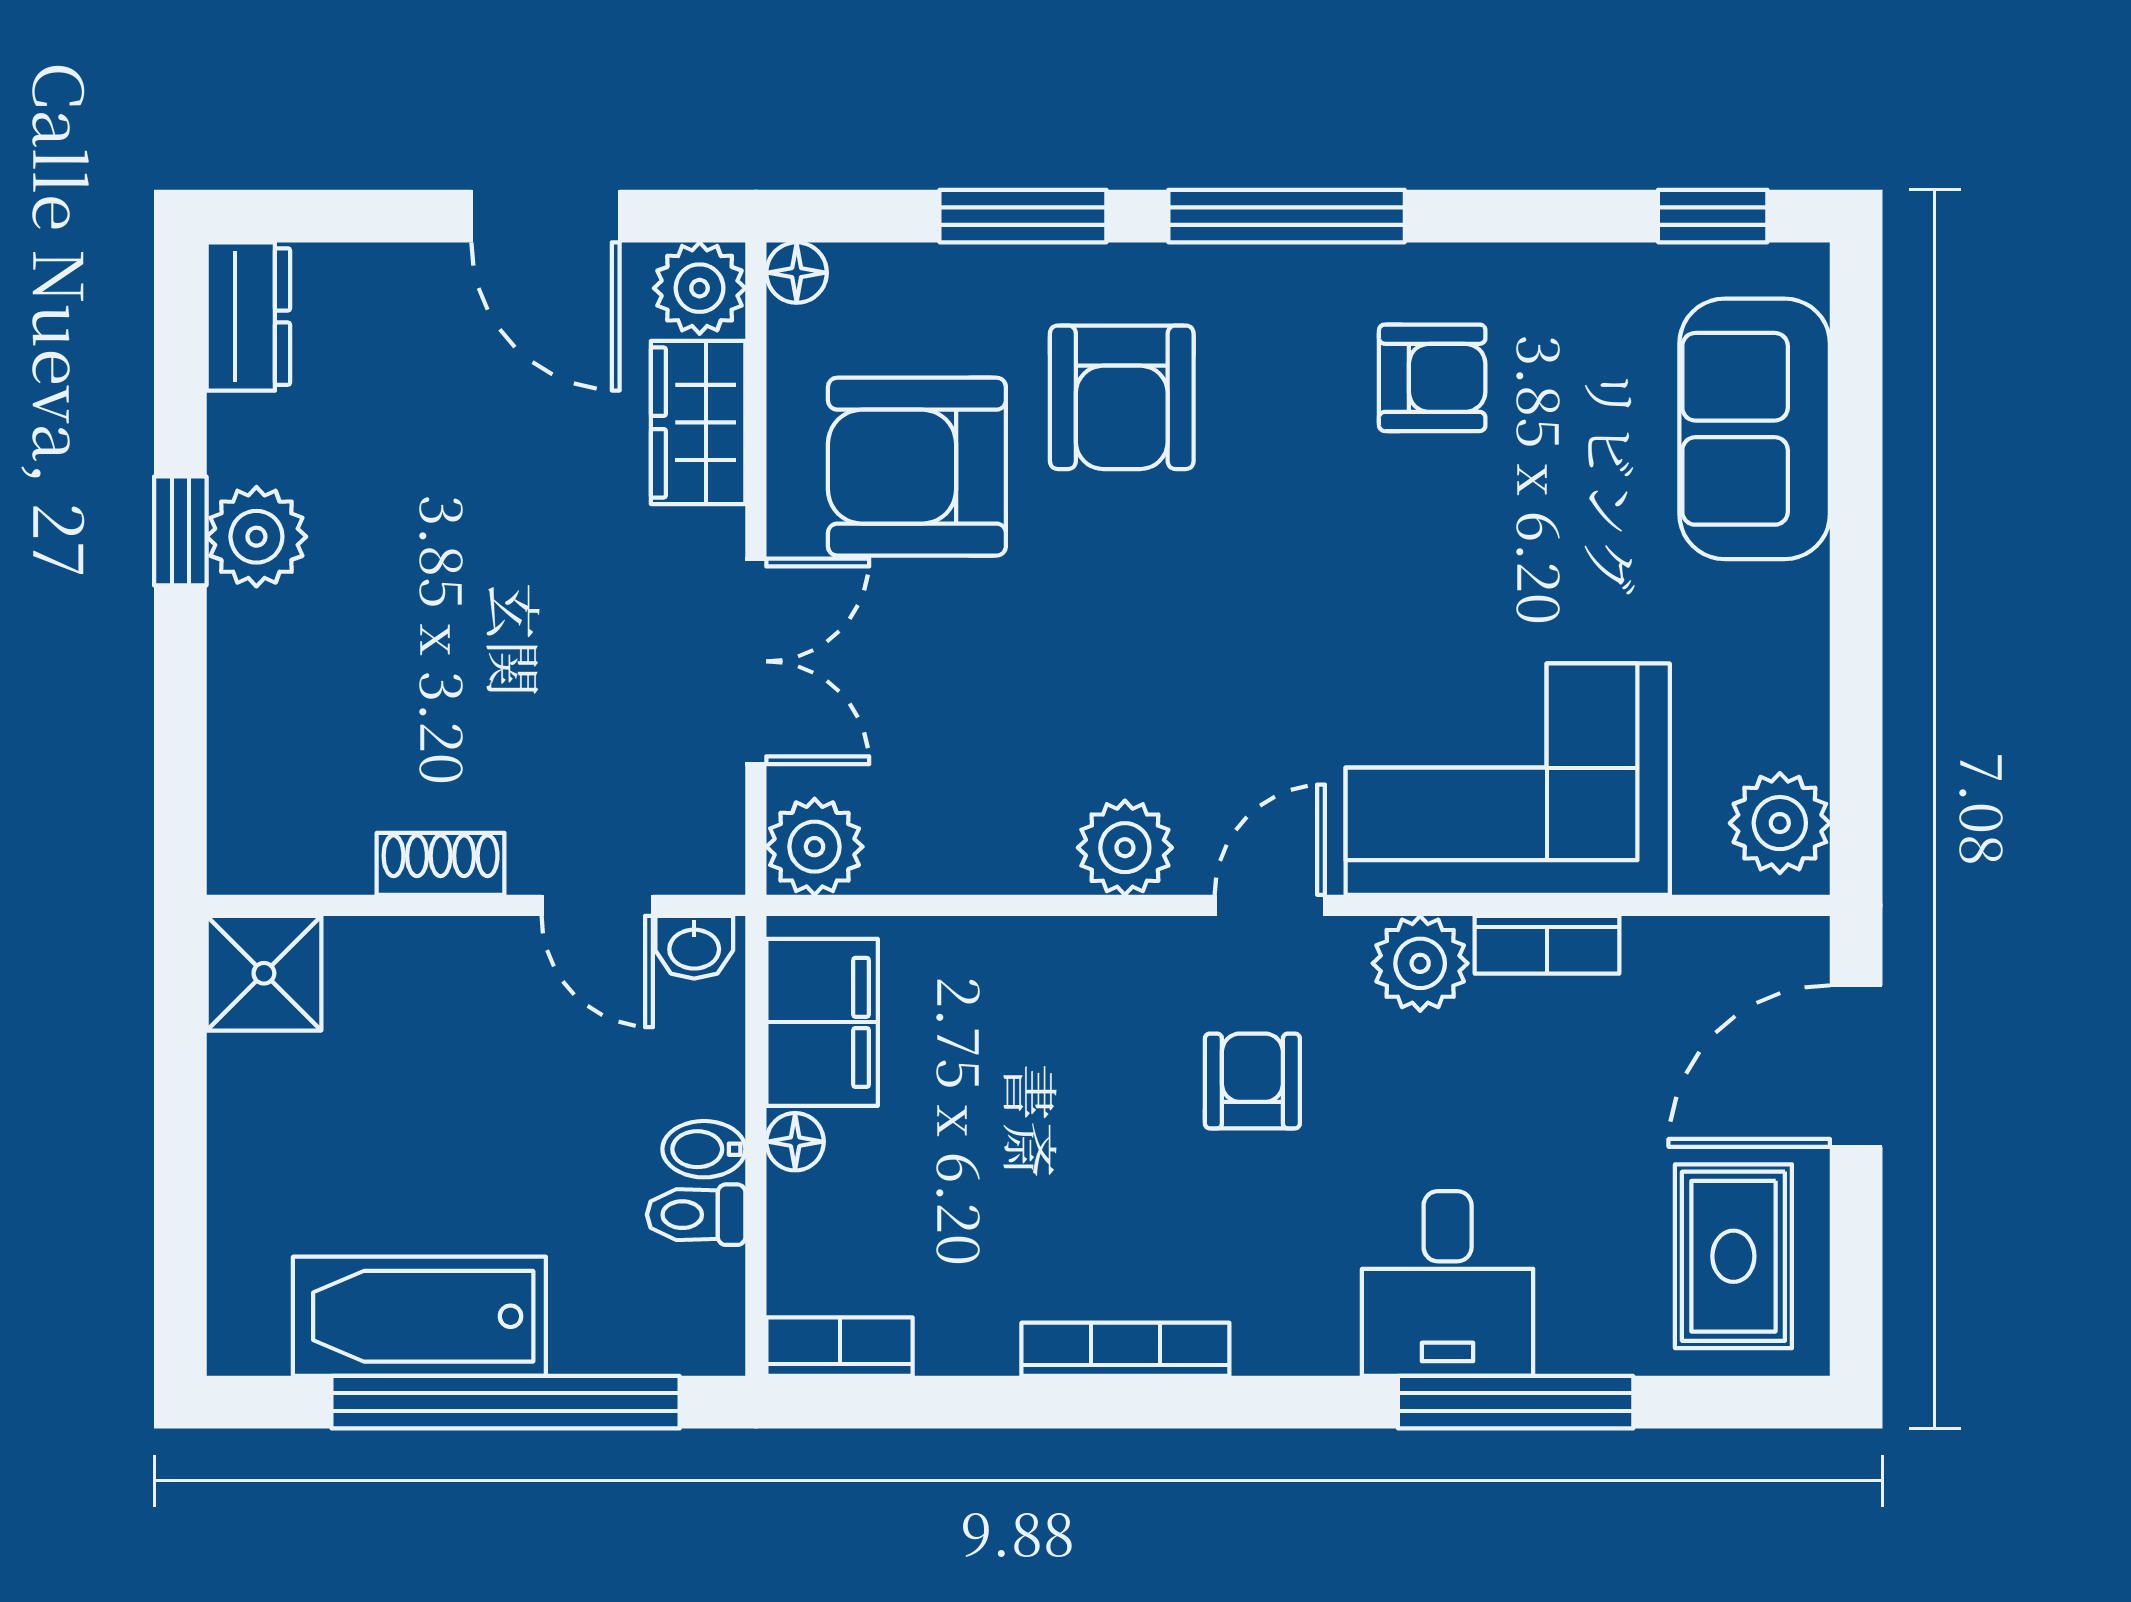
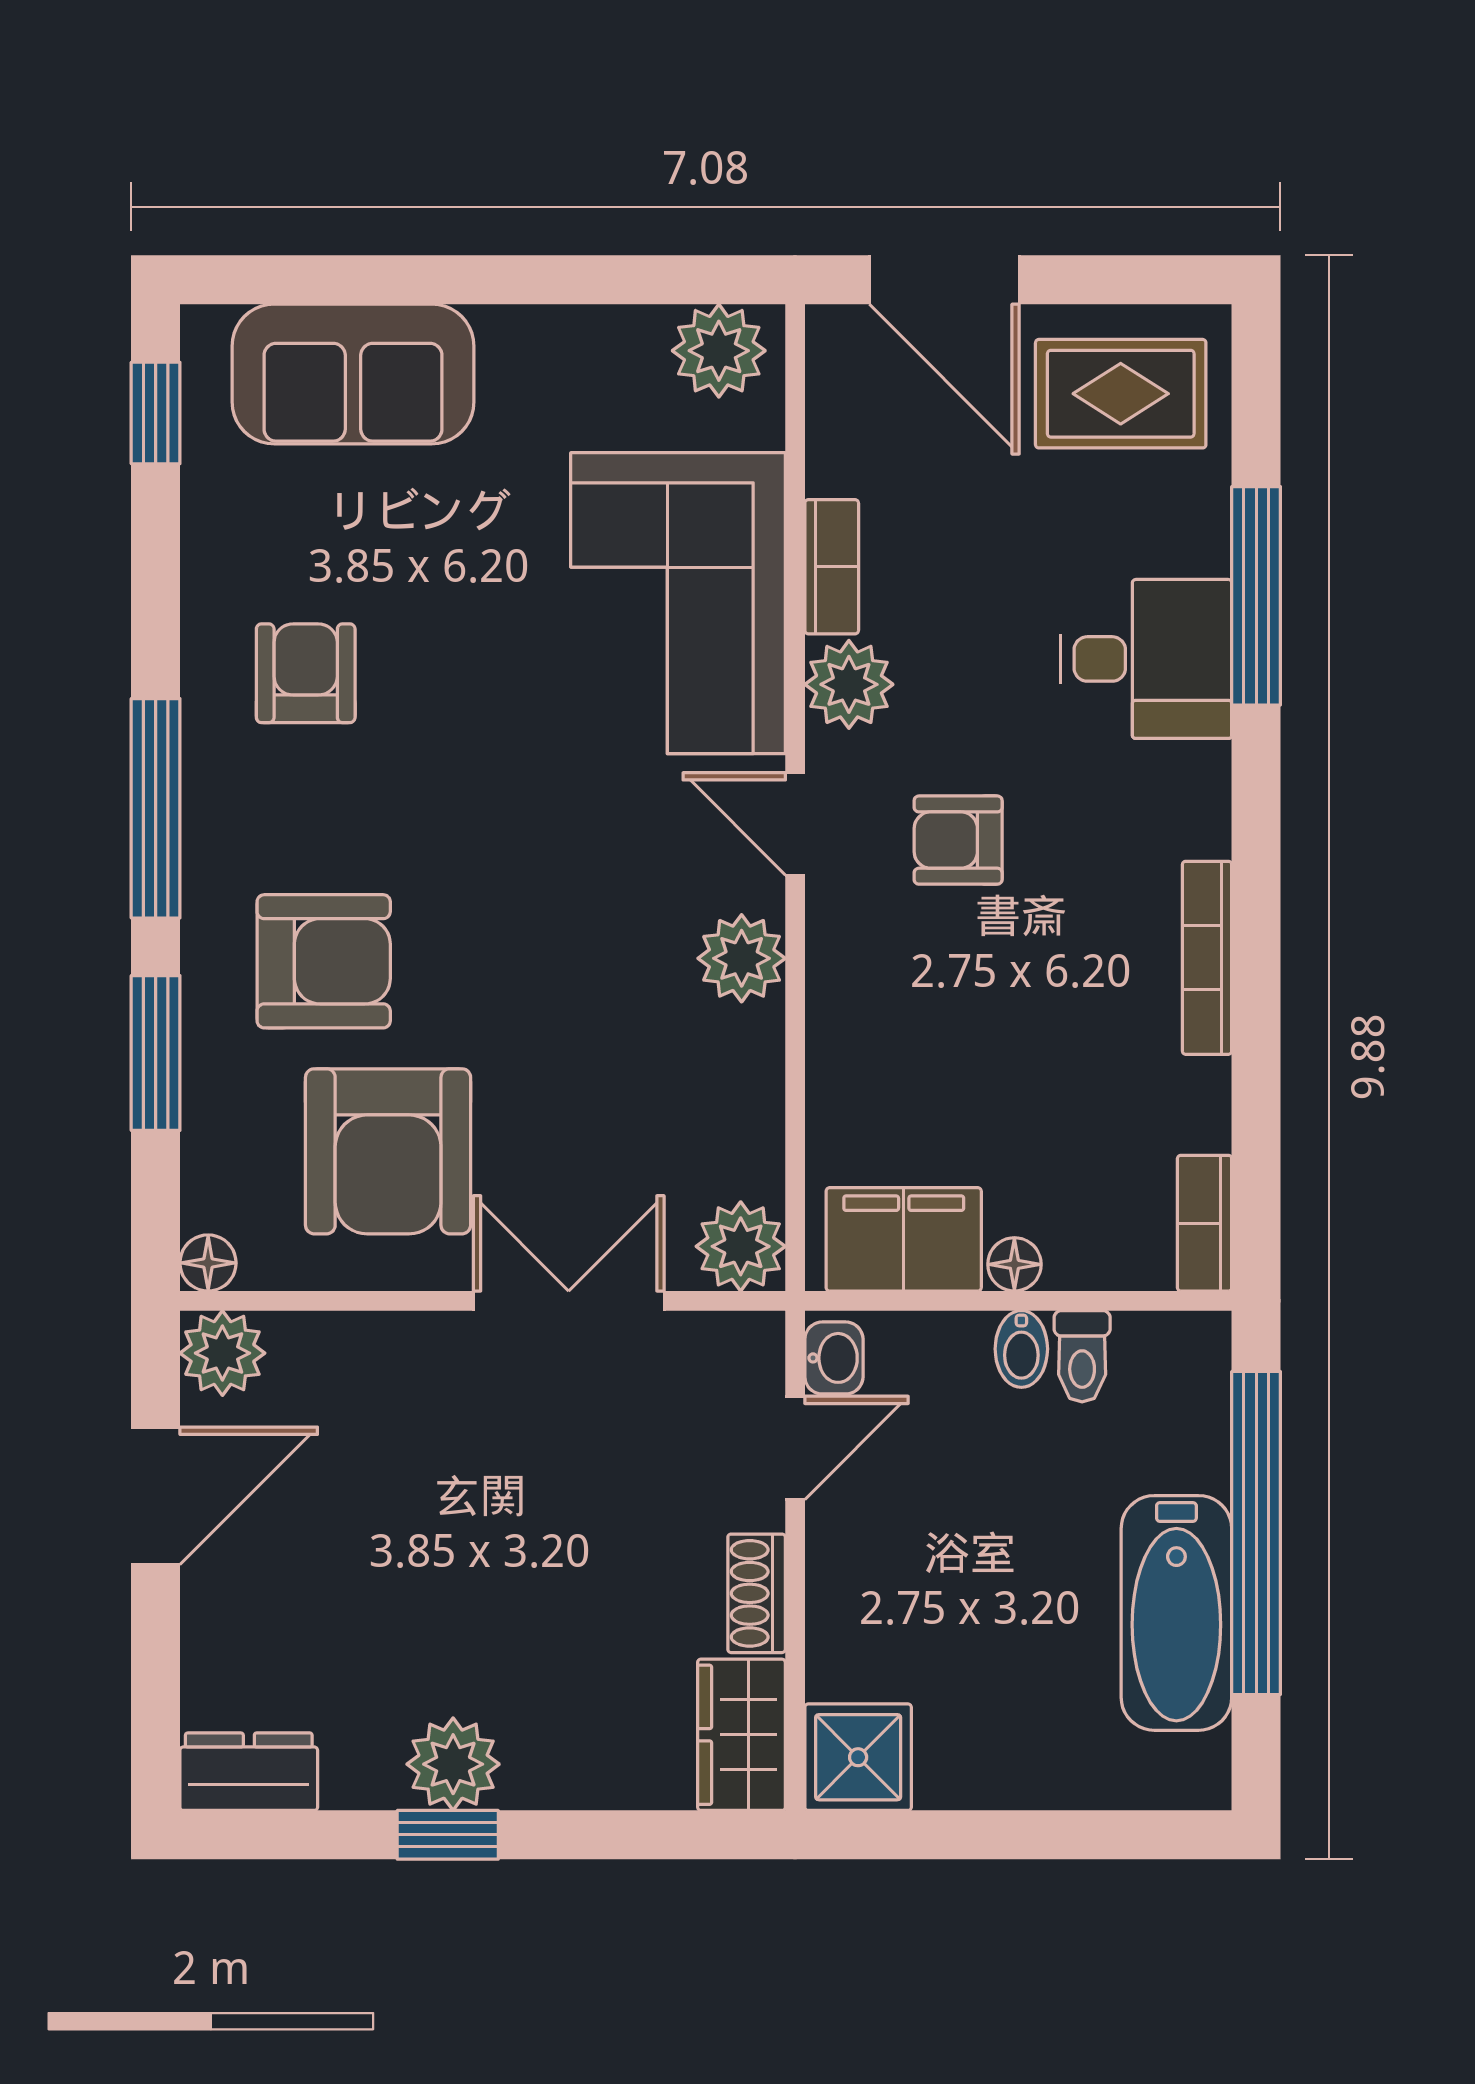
wardrobe: (698, 422) -> (741, 1735), moved, turned 90

